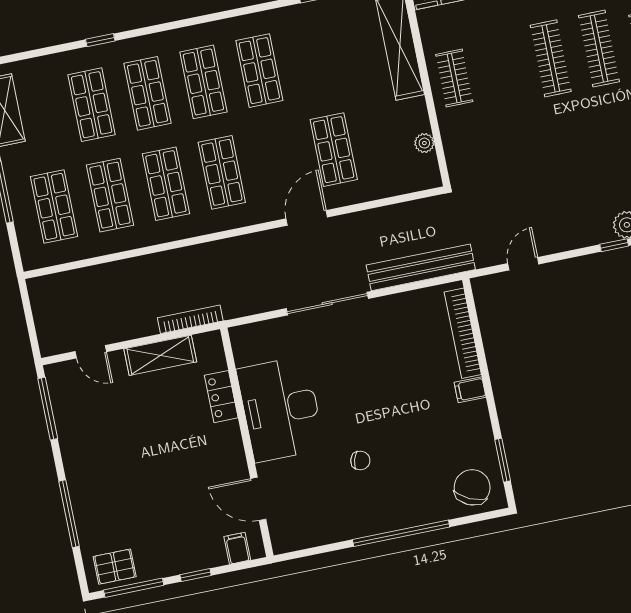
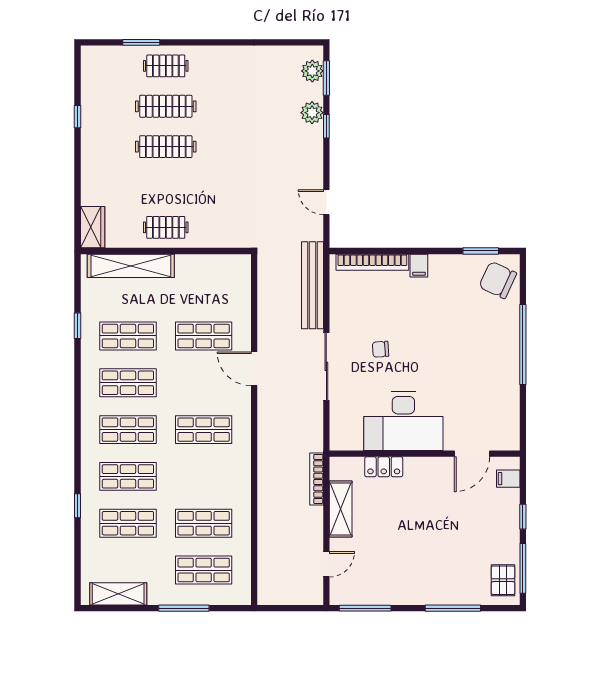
plant: (424, 143) -> (213, 262), removed
shop shelf: (166, 184) -> (128, 336), moved
chair: (360, 460) -> (381, 349), moved, turned -110

